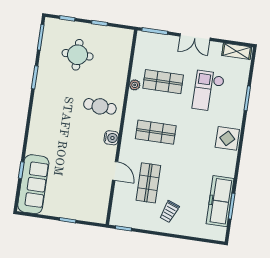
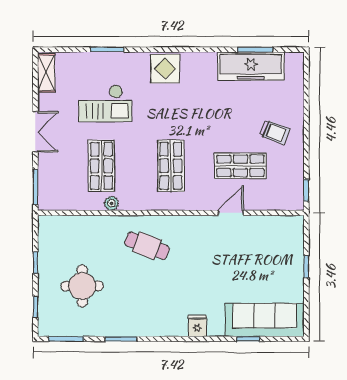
cafe table: (100, 106) -> (147, 246), turned -73
fridge: (36, 134) -> (197, 326), added
water cooler: (111, 138) -> (187, 224), removed

